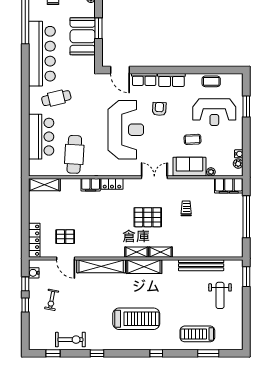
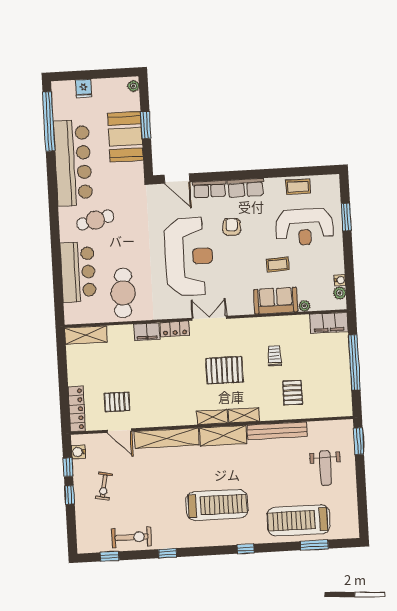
double door: (154, 177) -> (209, 318), moved
pallet: (198, 237) -> (293, 393), added
bench: (201, 265) -> (277, 431), moved
treadmill: (197, 334) -> (298, 520), width x1.37, depth x1.38

